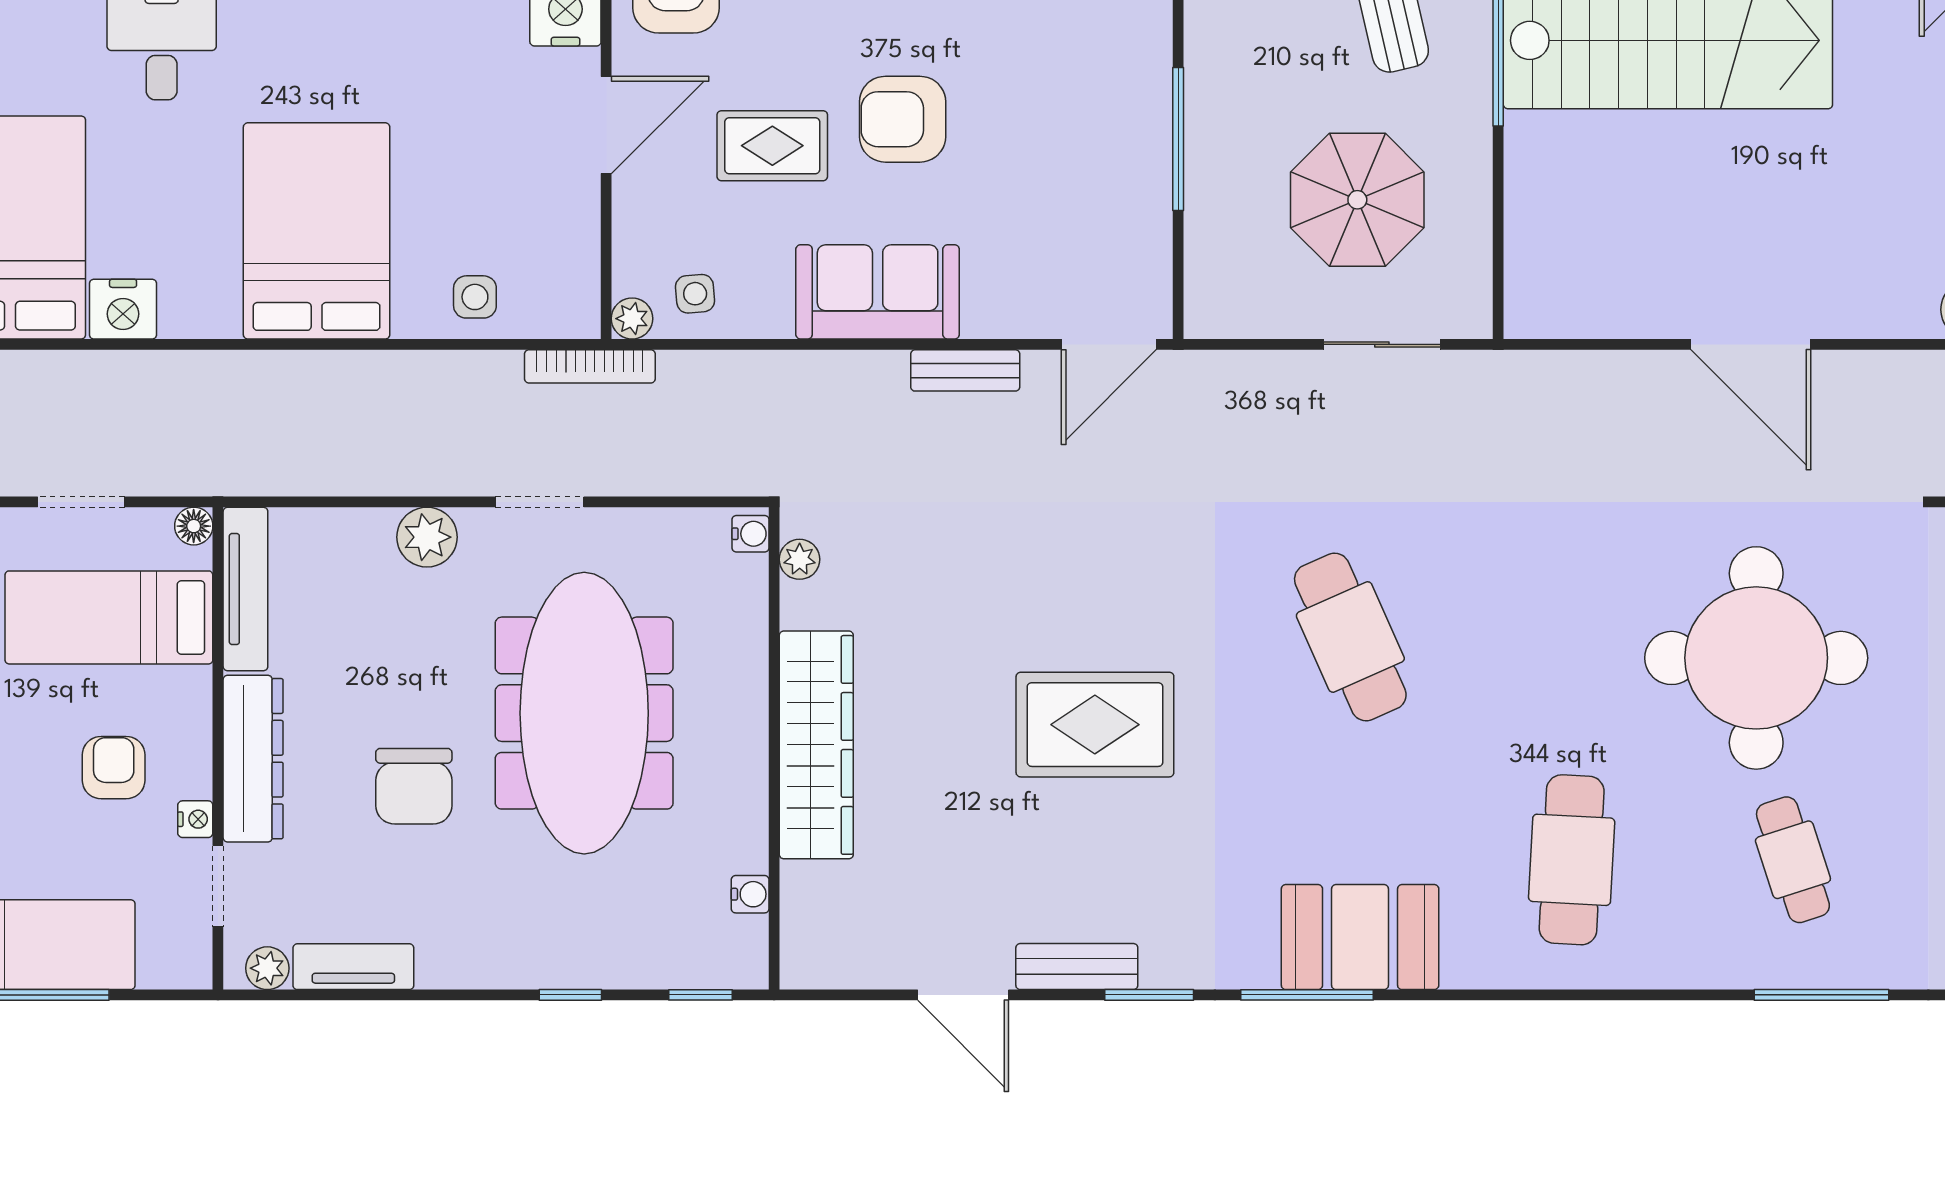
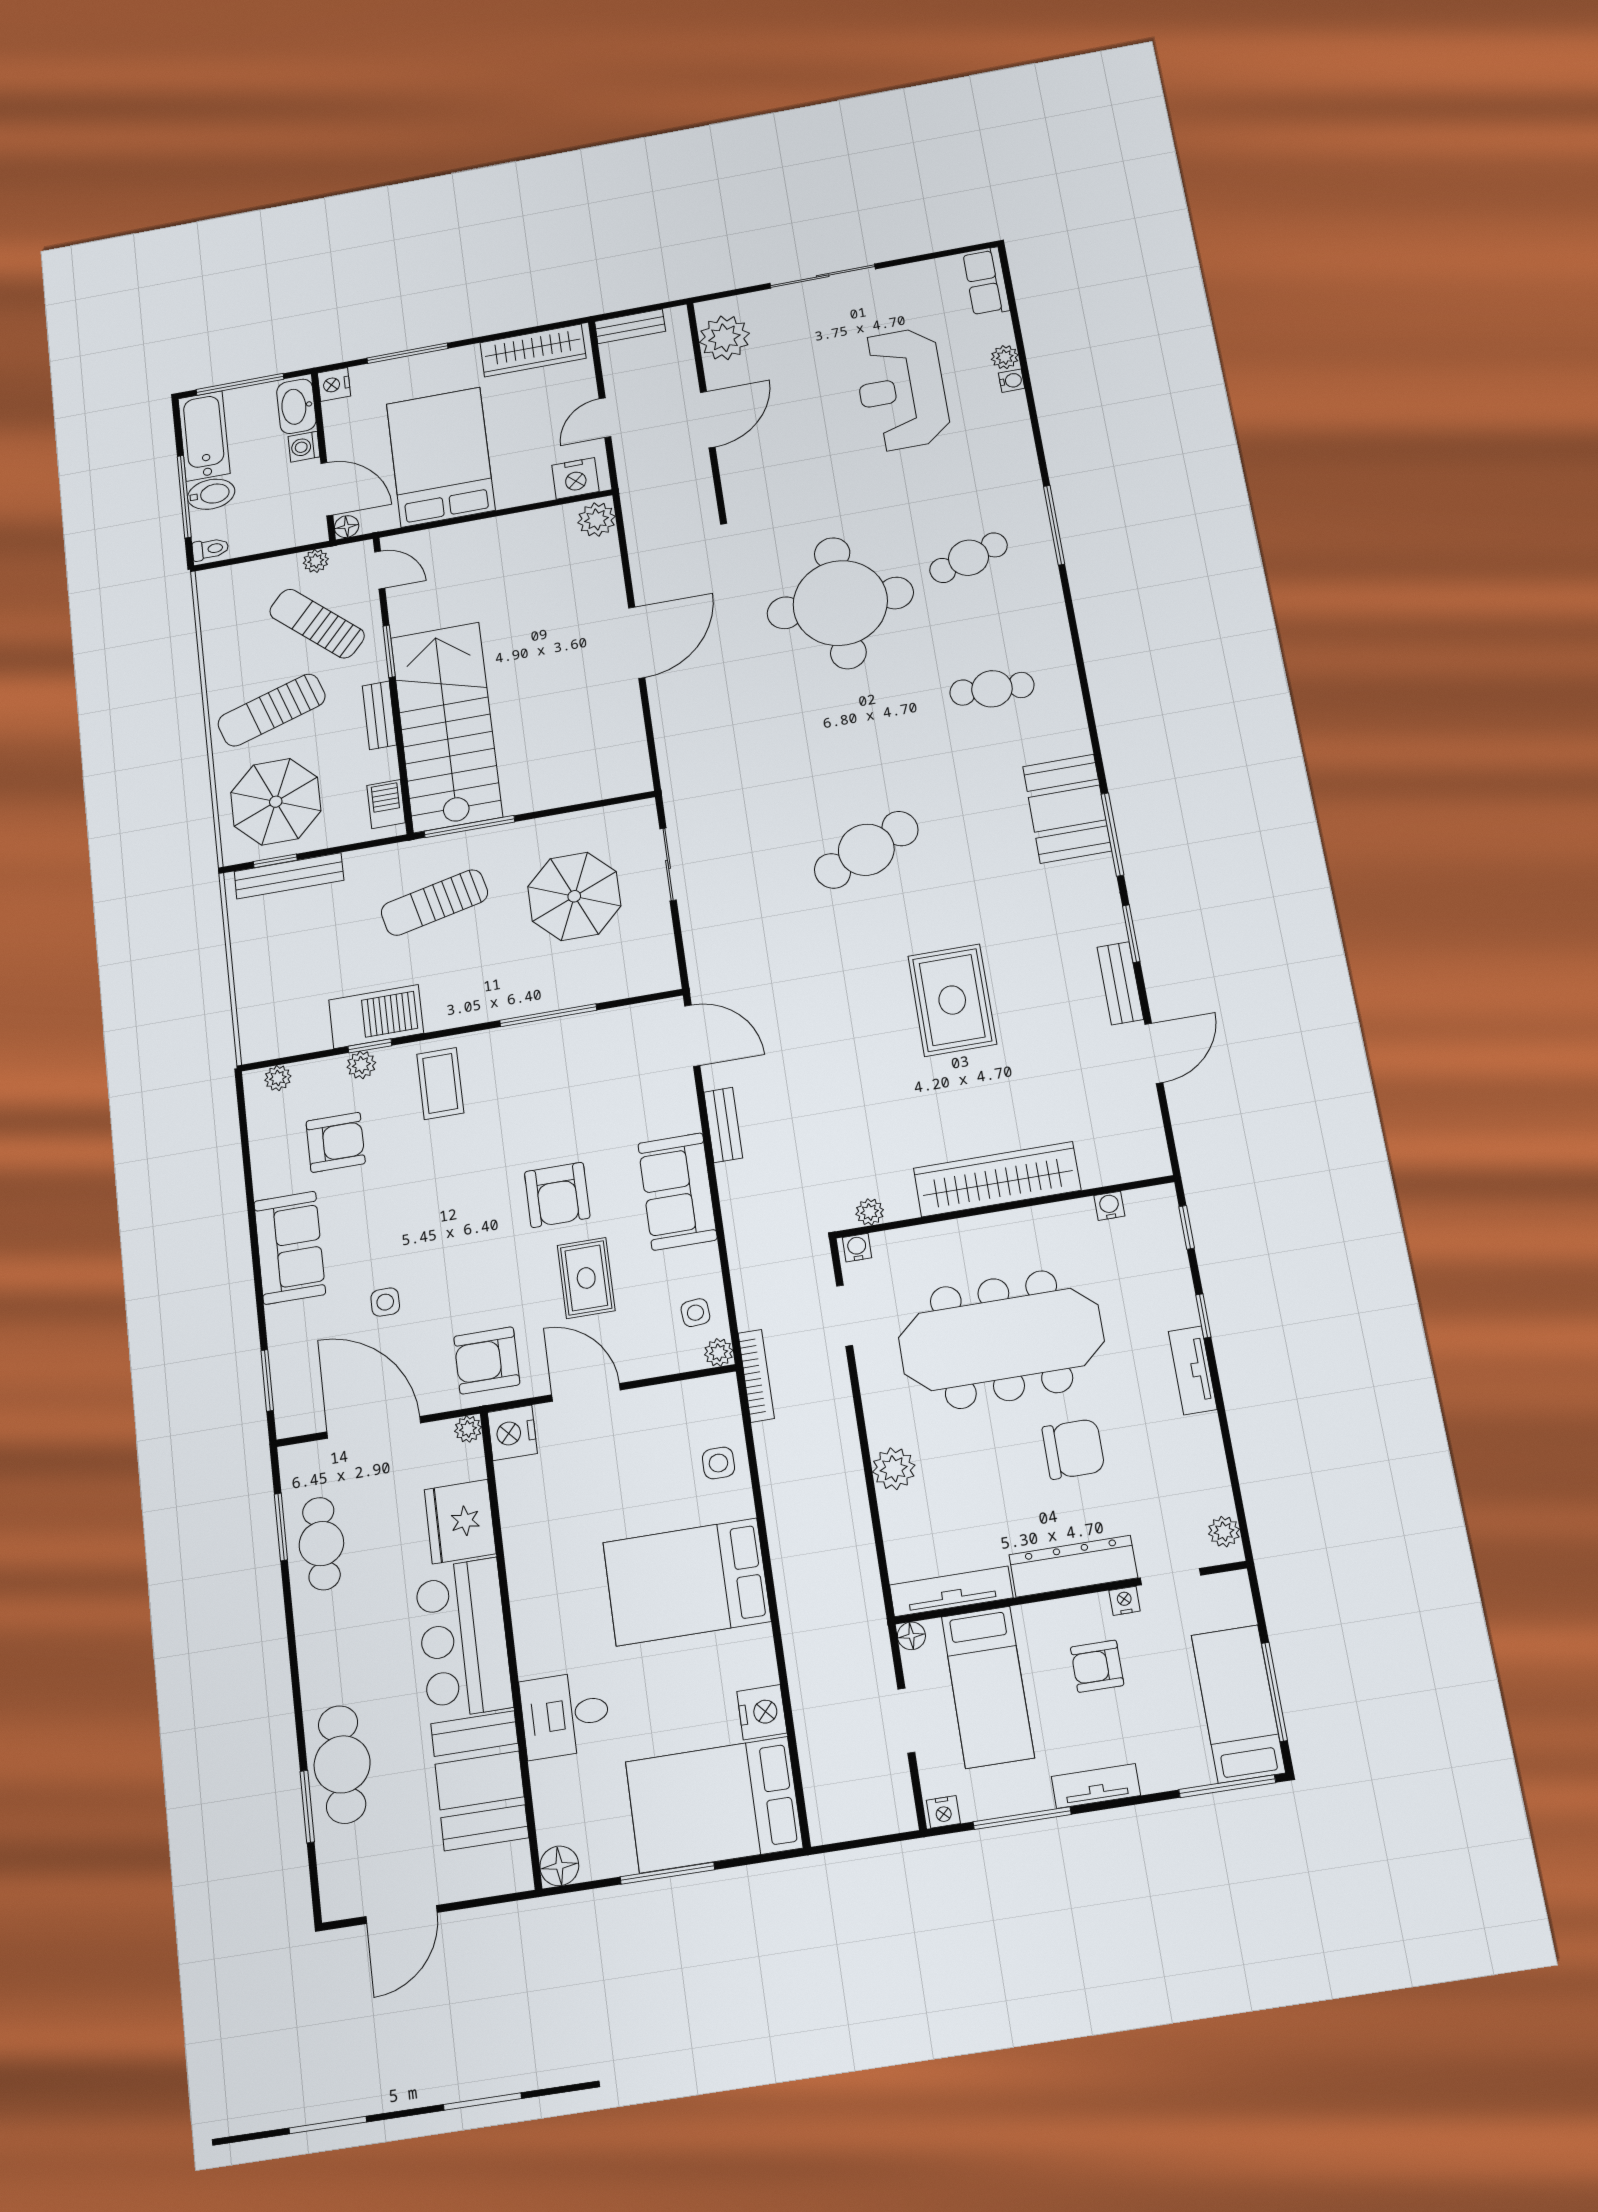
doorway: (540, 502) -> (845, 1316), moved
cafe table: (1572, 860) -> (992, 689), width x0.73, depth x0.74
tv unit: (353, 967) -> (1193, 1370), moved

